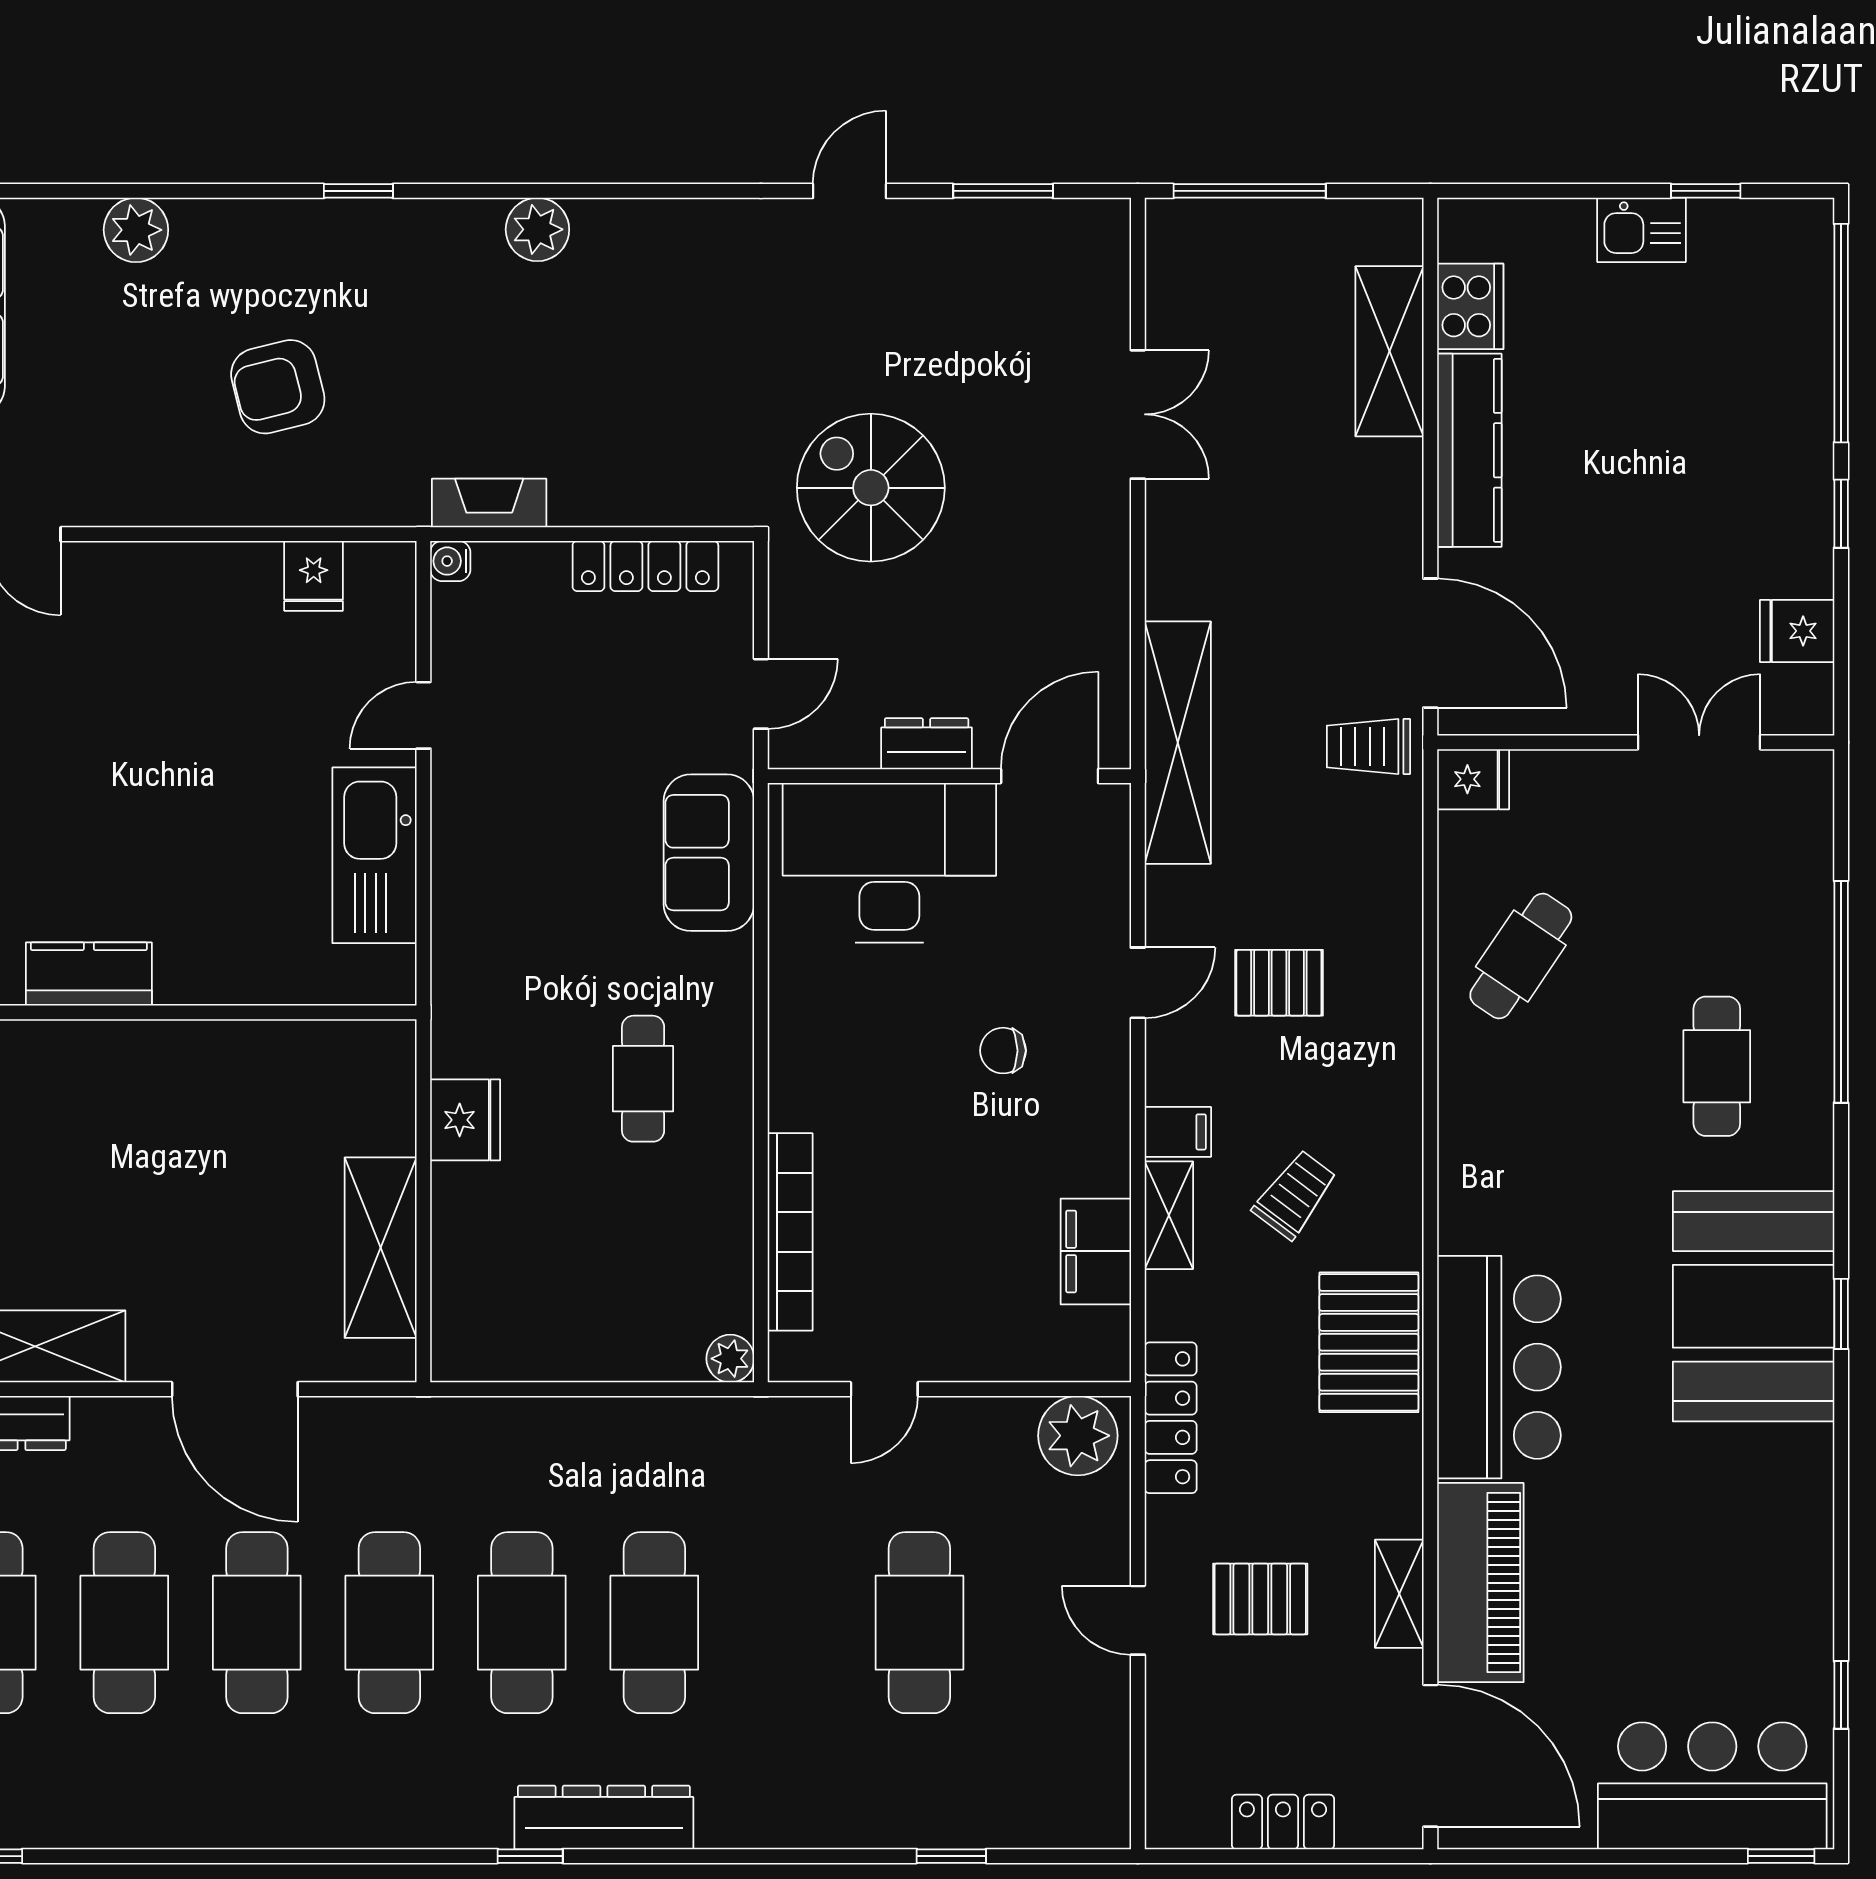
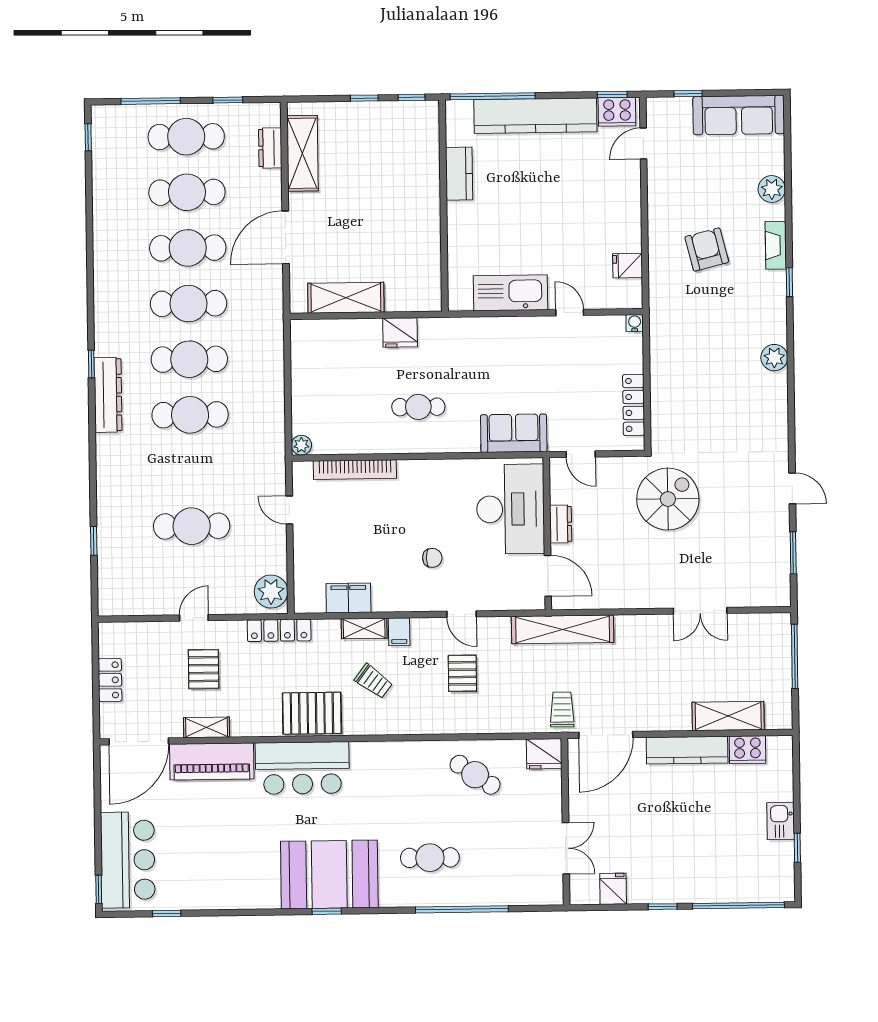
fireplace: (489, 503) -> (776, 245), moved, turned 180
fridge: (1473, 779) -> (544, 754), width x1.38
chair: (1003, 1051) -> (432, 558), turned 90

